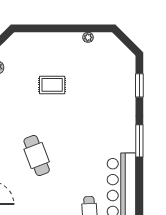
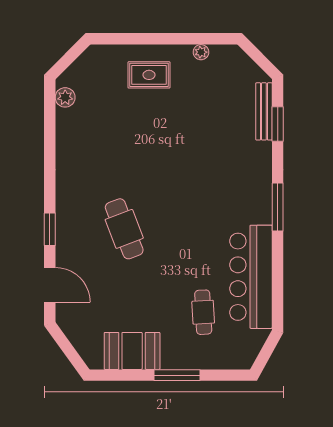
bench: (130, 77) -> (264, 111), added
rug: (52, 85) -> (149, 75), moved

